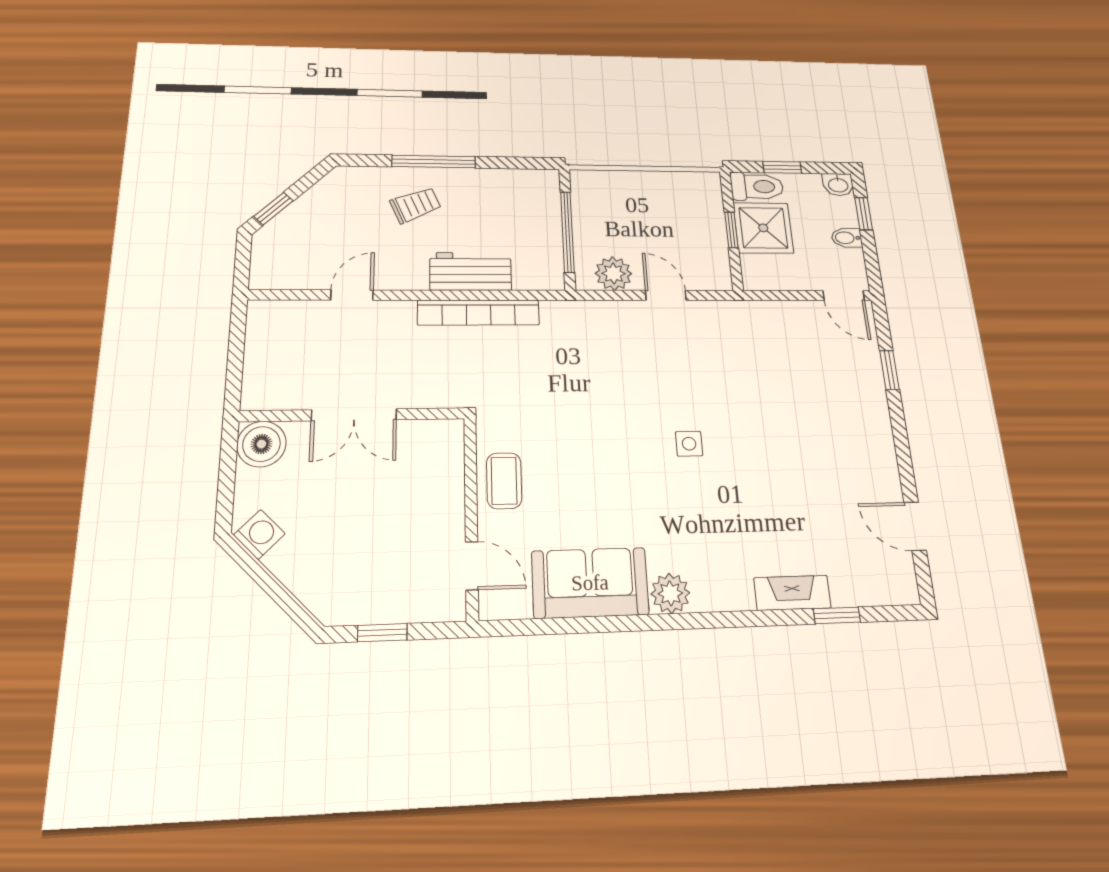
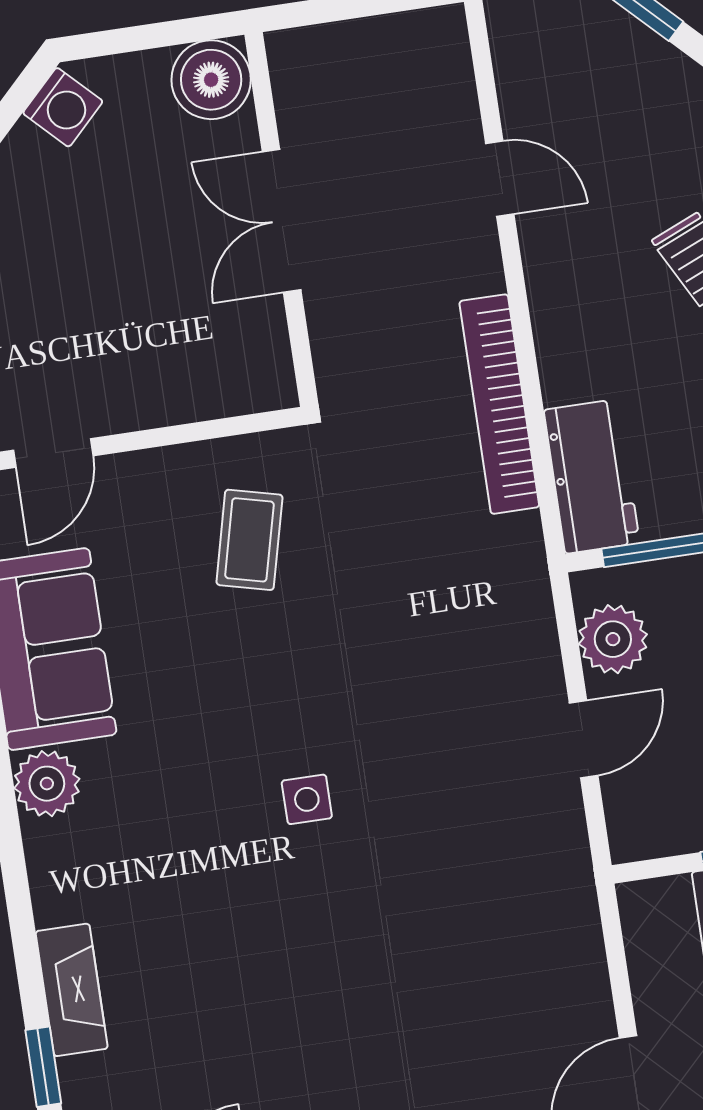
workbench: (471, 271) -> (592, 476), moved
coffee table: (504, 481) -> (249, 540), moved, turned -76

